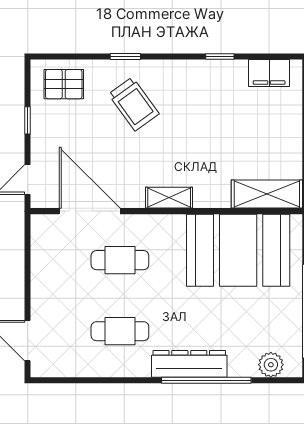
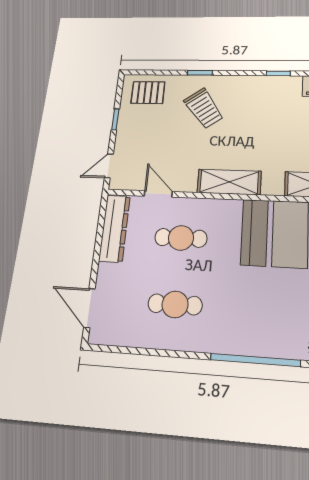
shelving: (169, 198) -> (229, 182), width x1.50, depth x1.33
door: (90, 211) -> (158, 194), width x0.53
dresser: (189, 364) -> (115, 228), moved, turned 90

